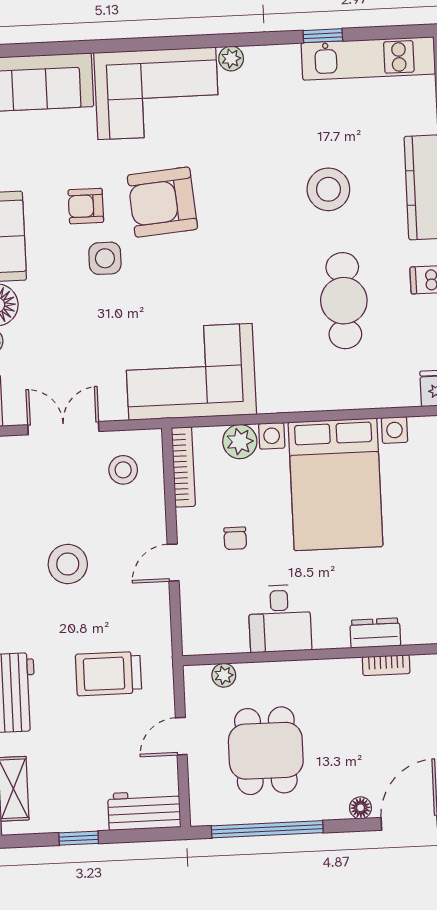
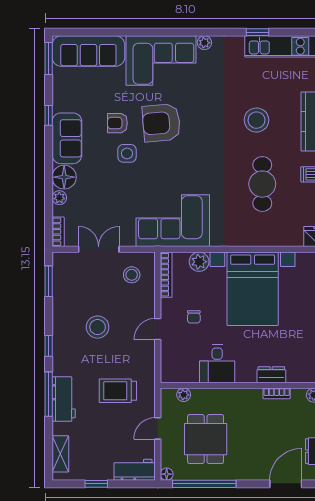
floor lamp: (360, 808) -> (167, 474), moved

